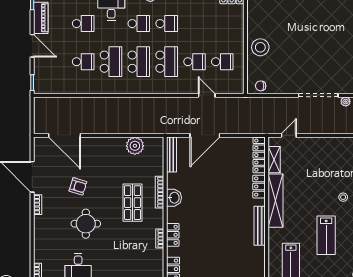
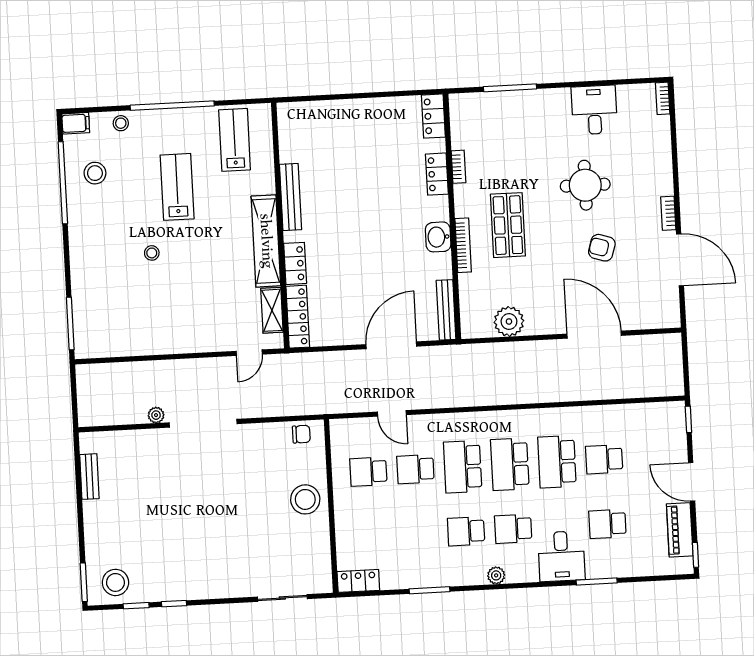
door: (64, 135) -> (594, 335), moved

